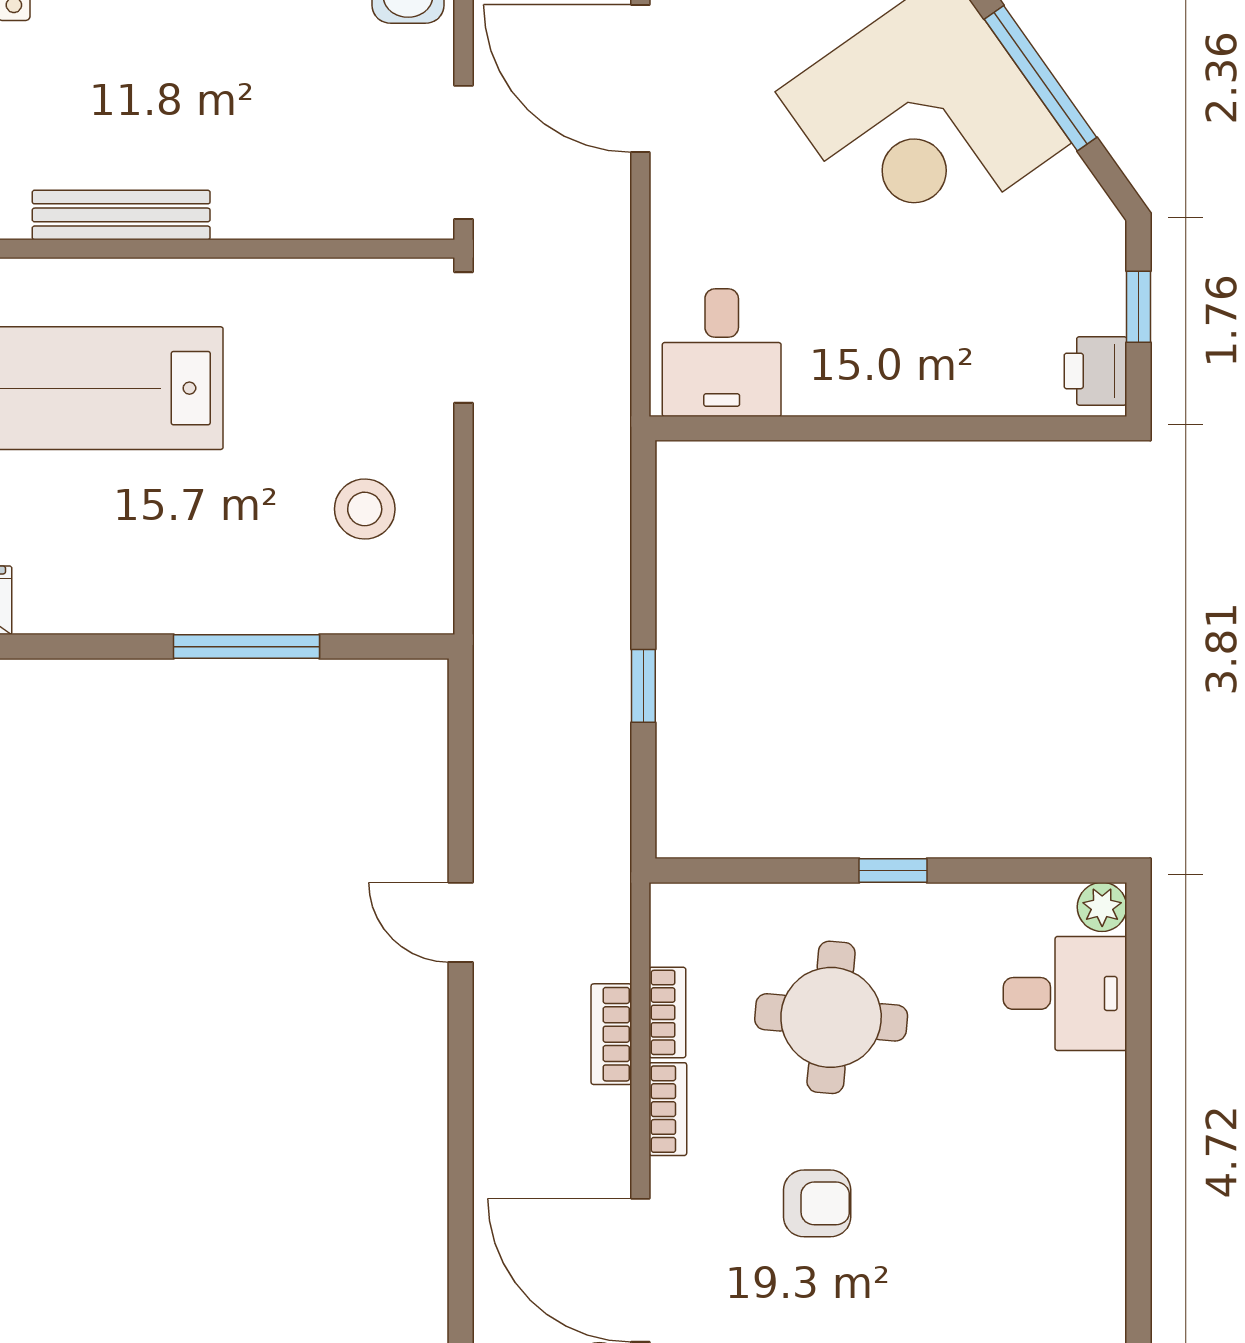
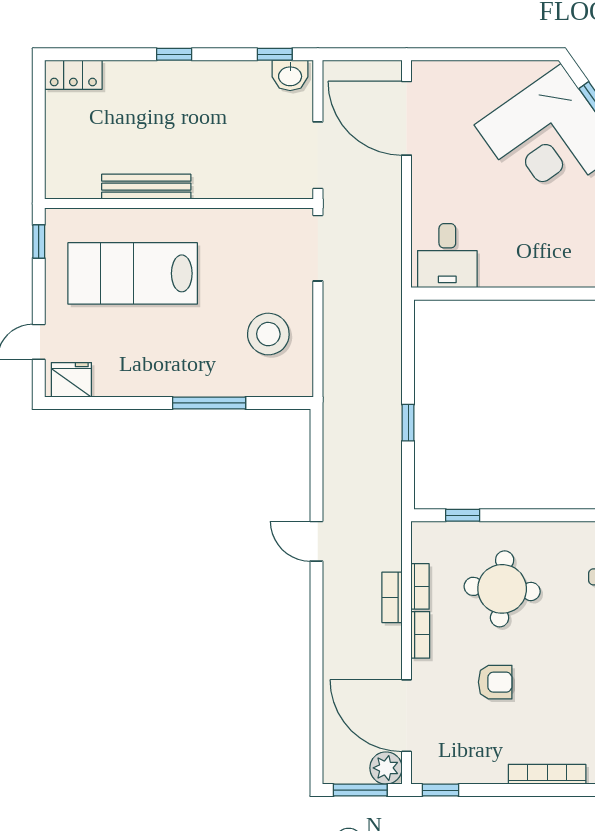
stool: (365, 509) -> (268, 334), width x1.38, depth x1.38
window: (893, 871) -> (463, 515), moved

